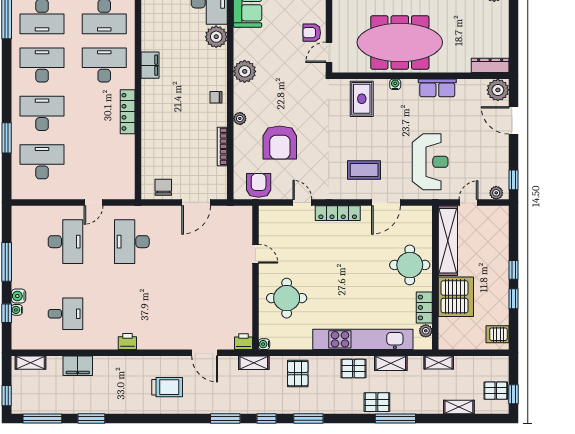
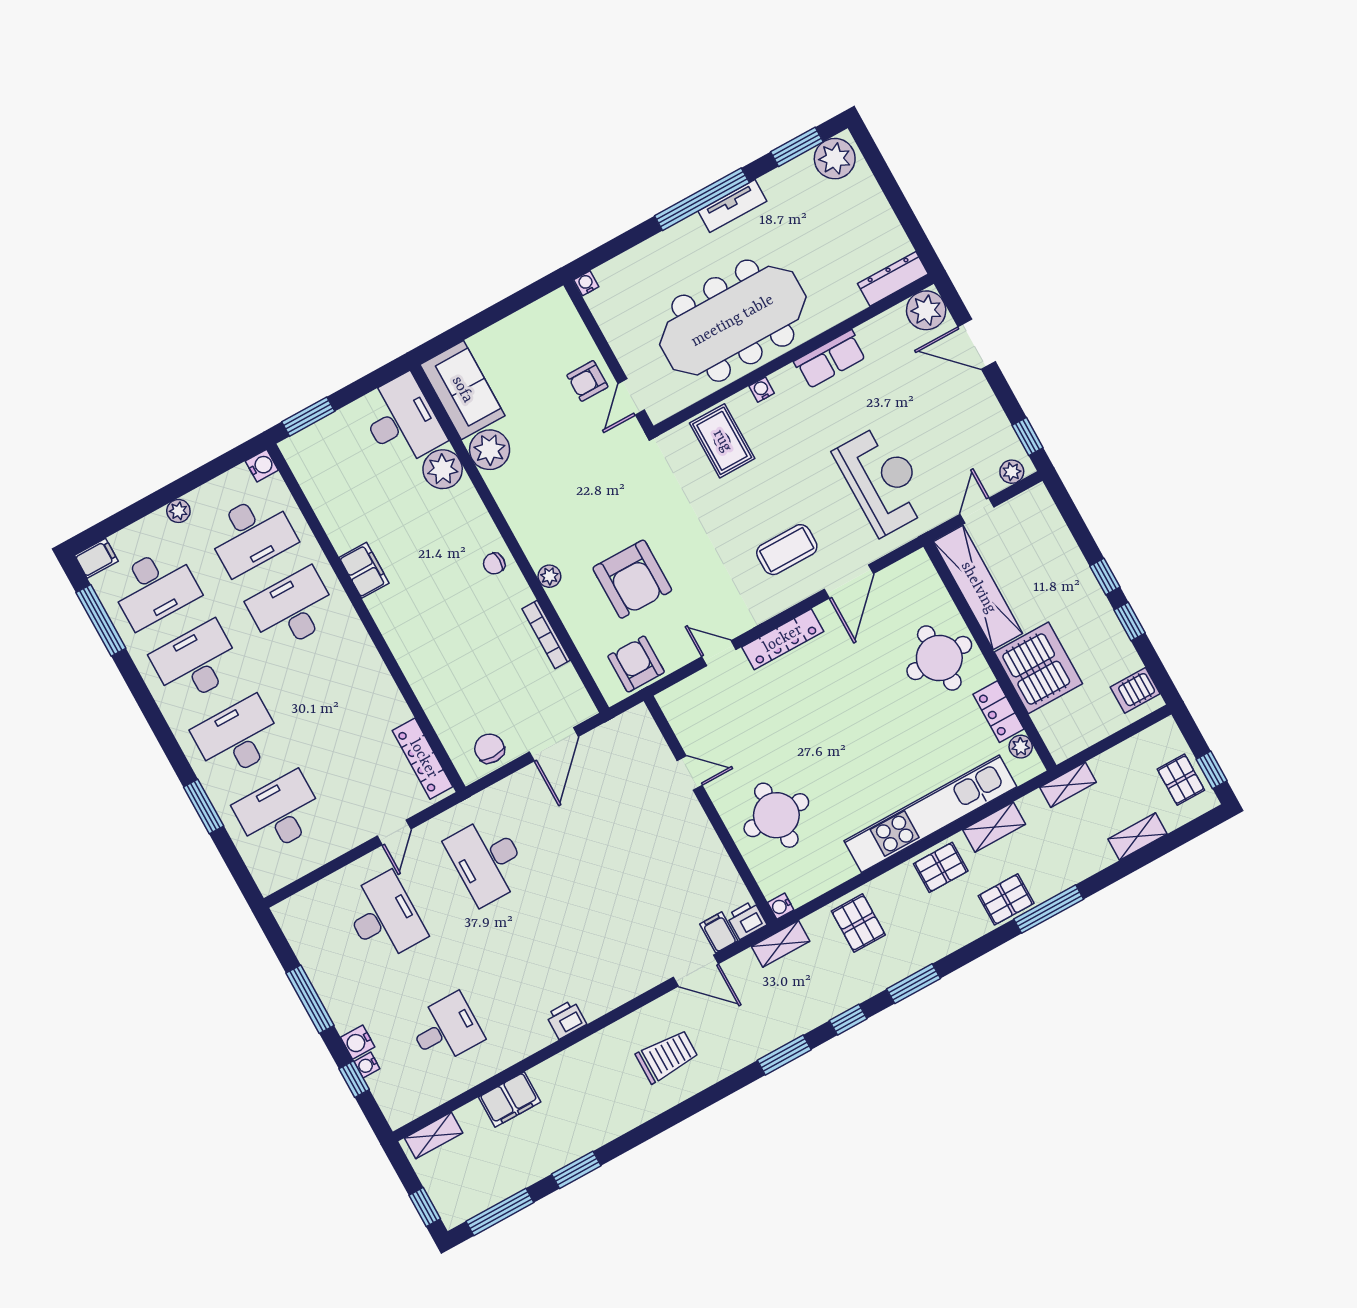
plant: (245, 71) -> (490, 450), moved
locker: (128, 112) -> (423, 759), moved
filing cabinet: (226, 340) -> (719, 932), added
pallet: (496, 391) -> (1181, 780), turned 90

